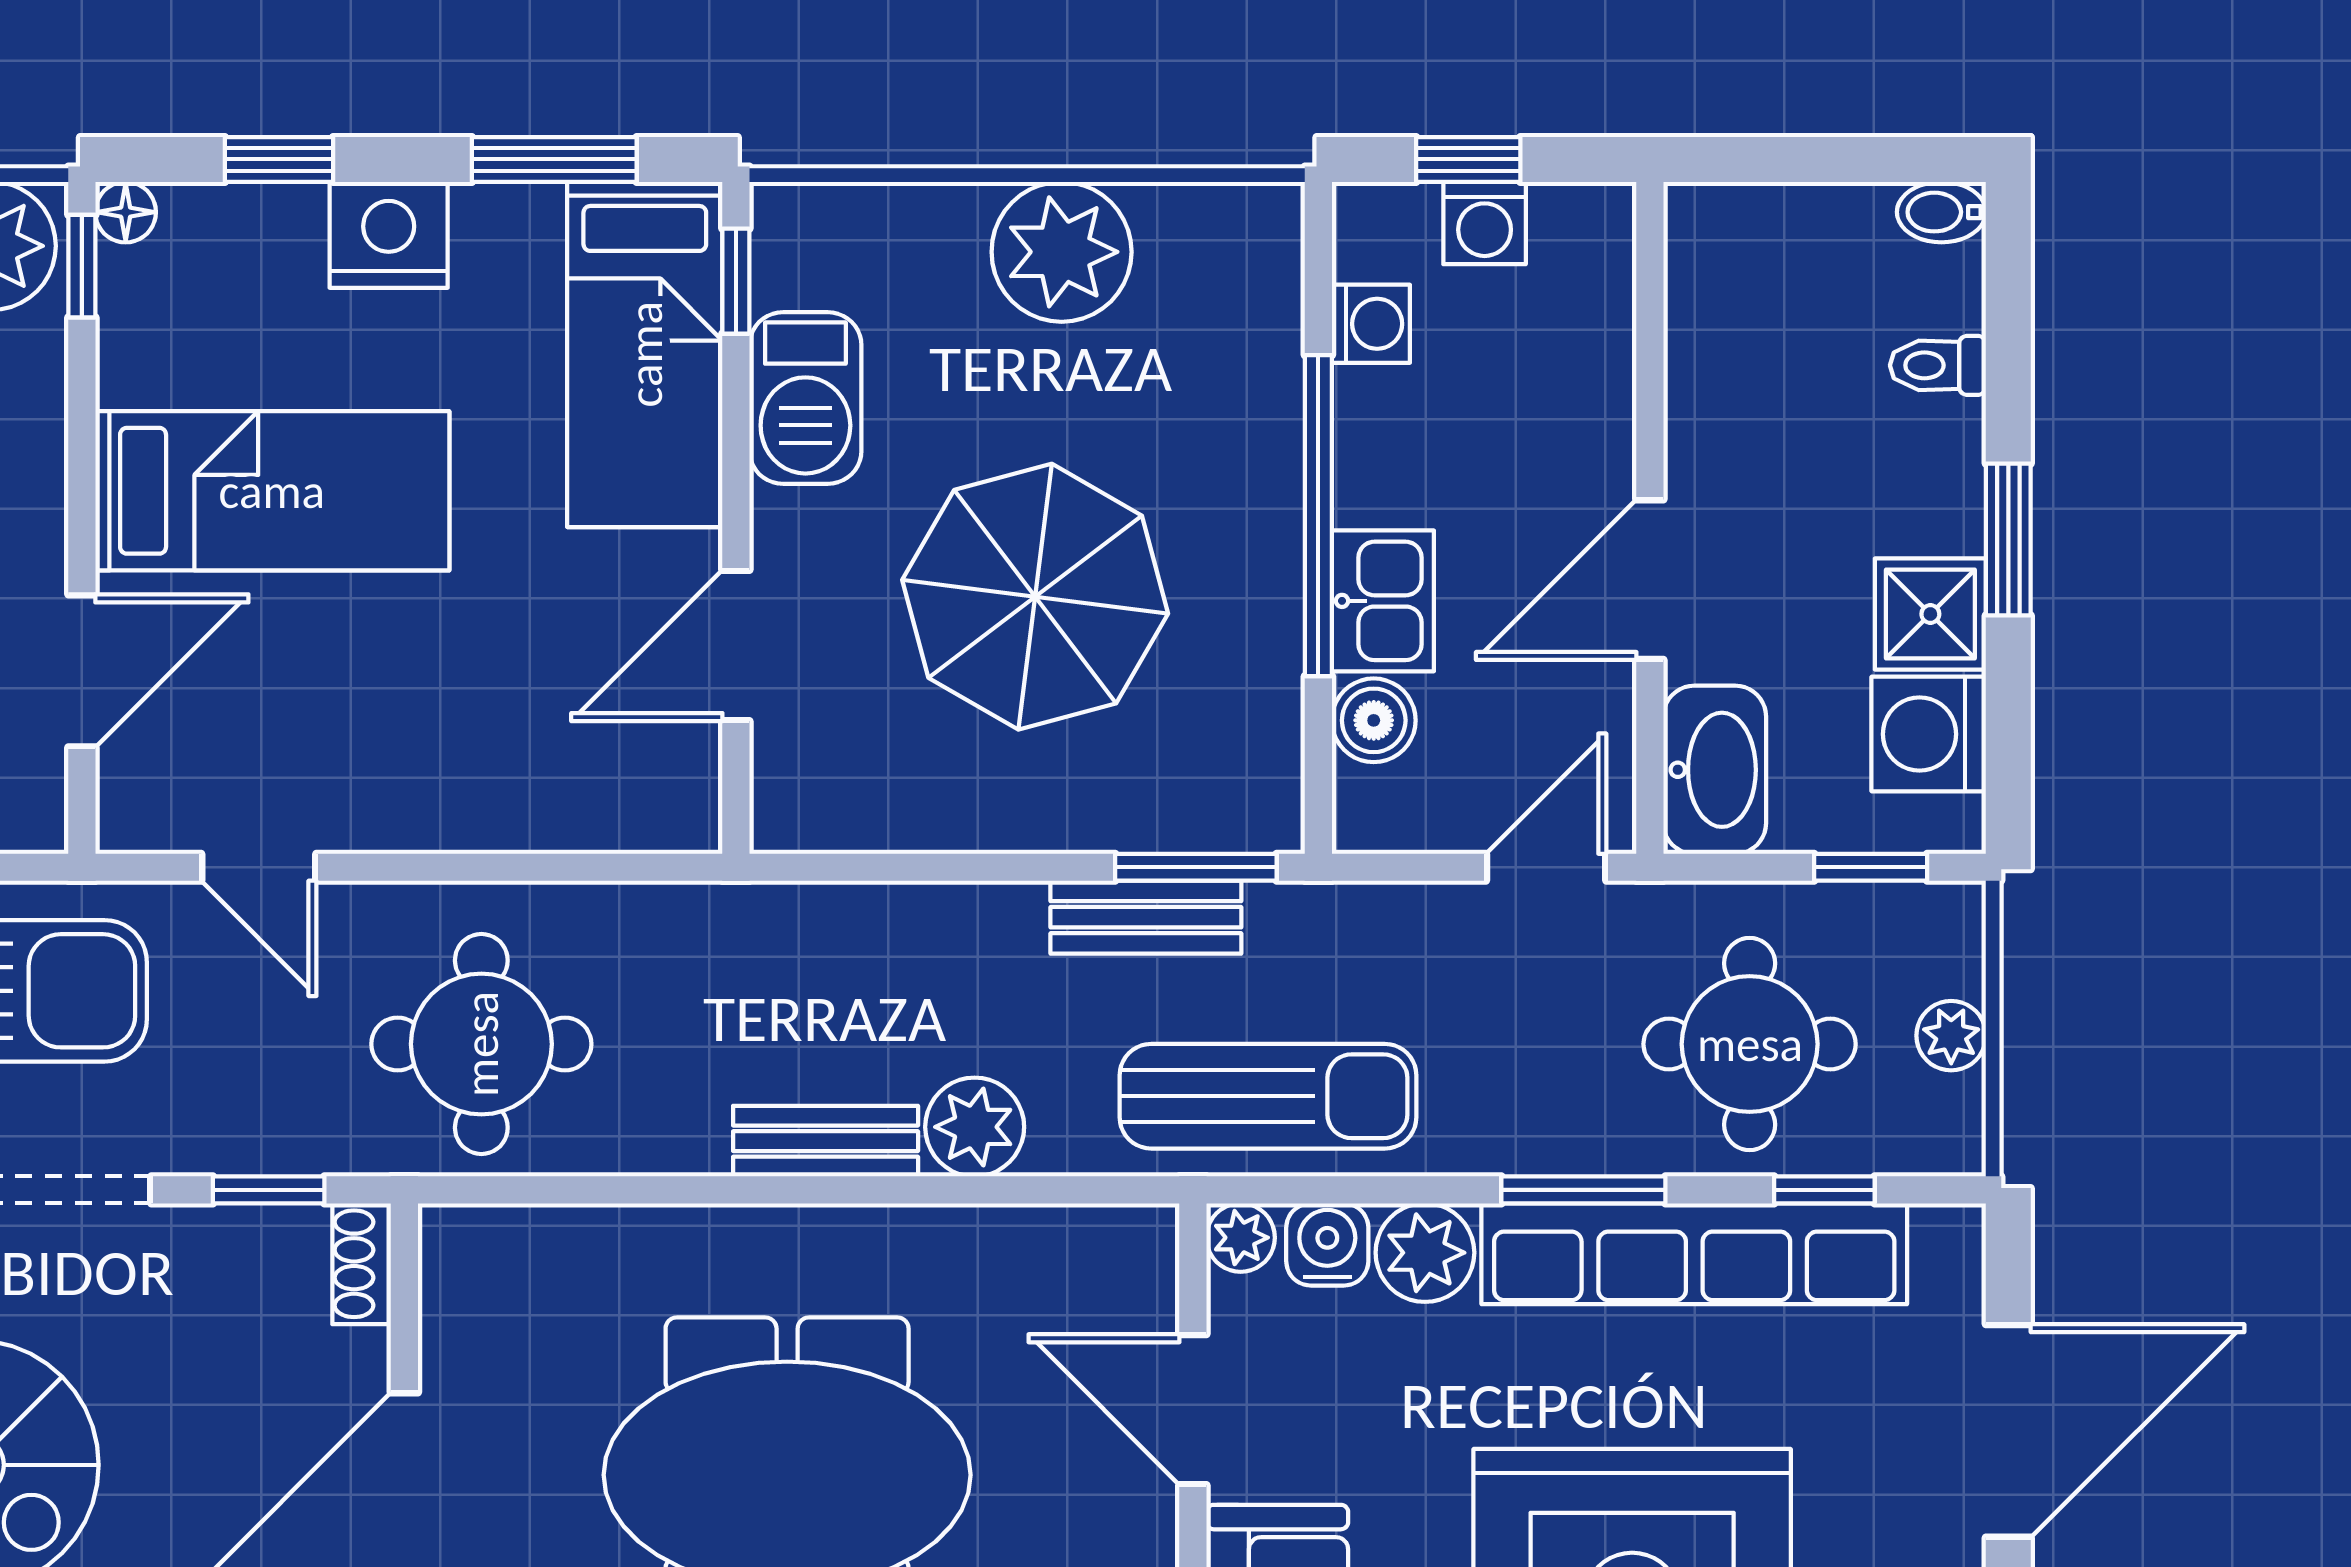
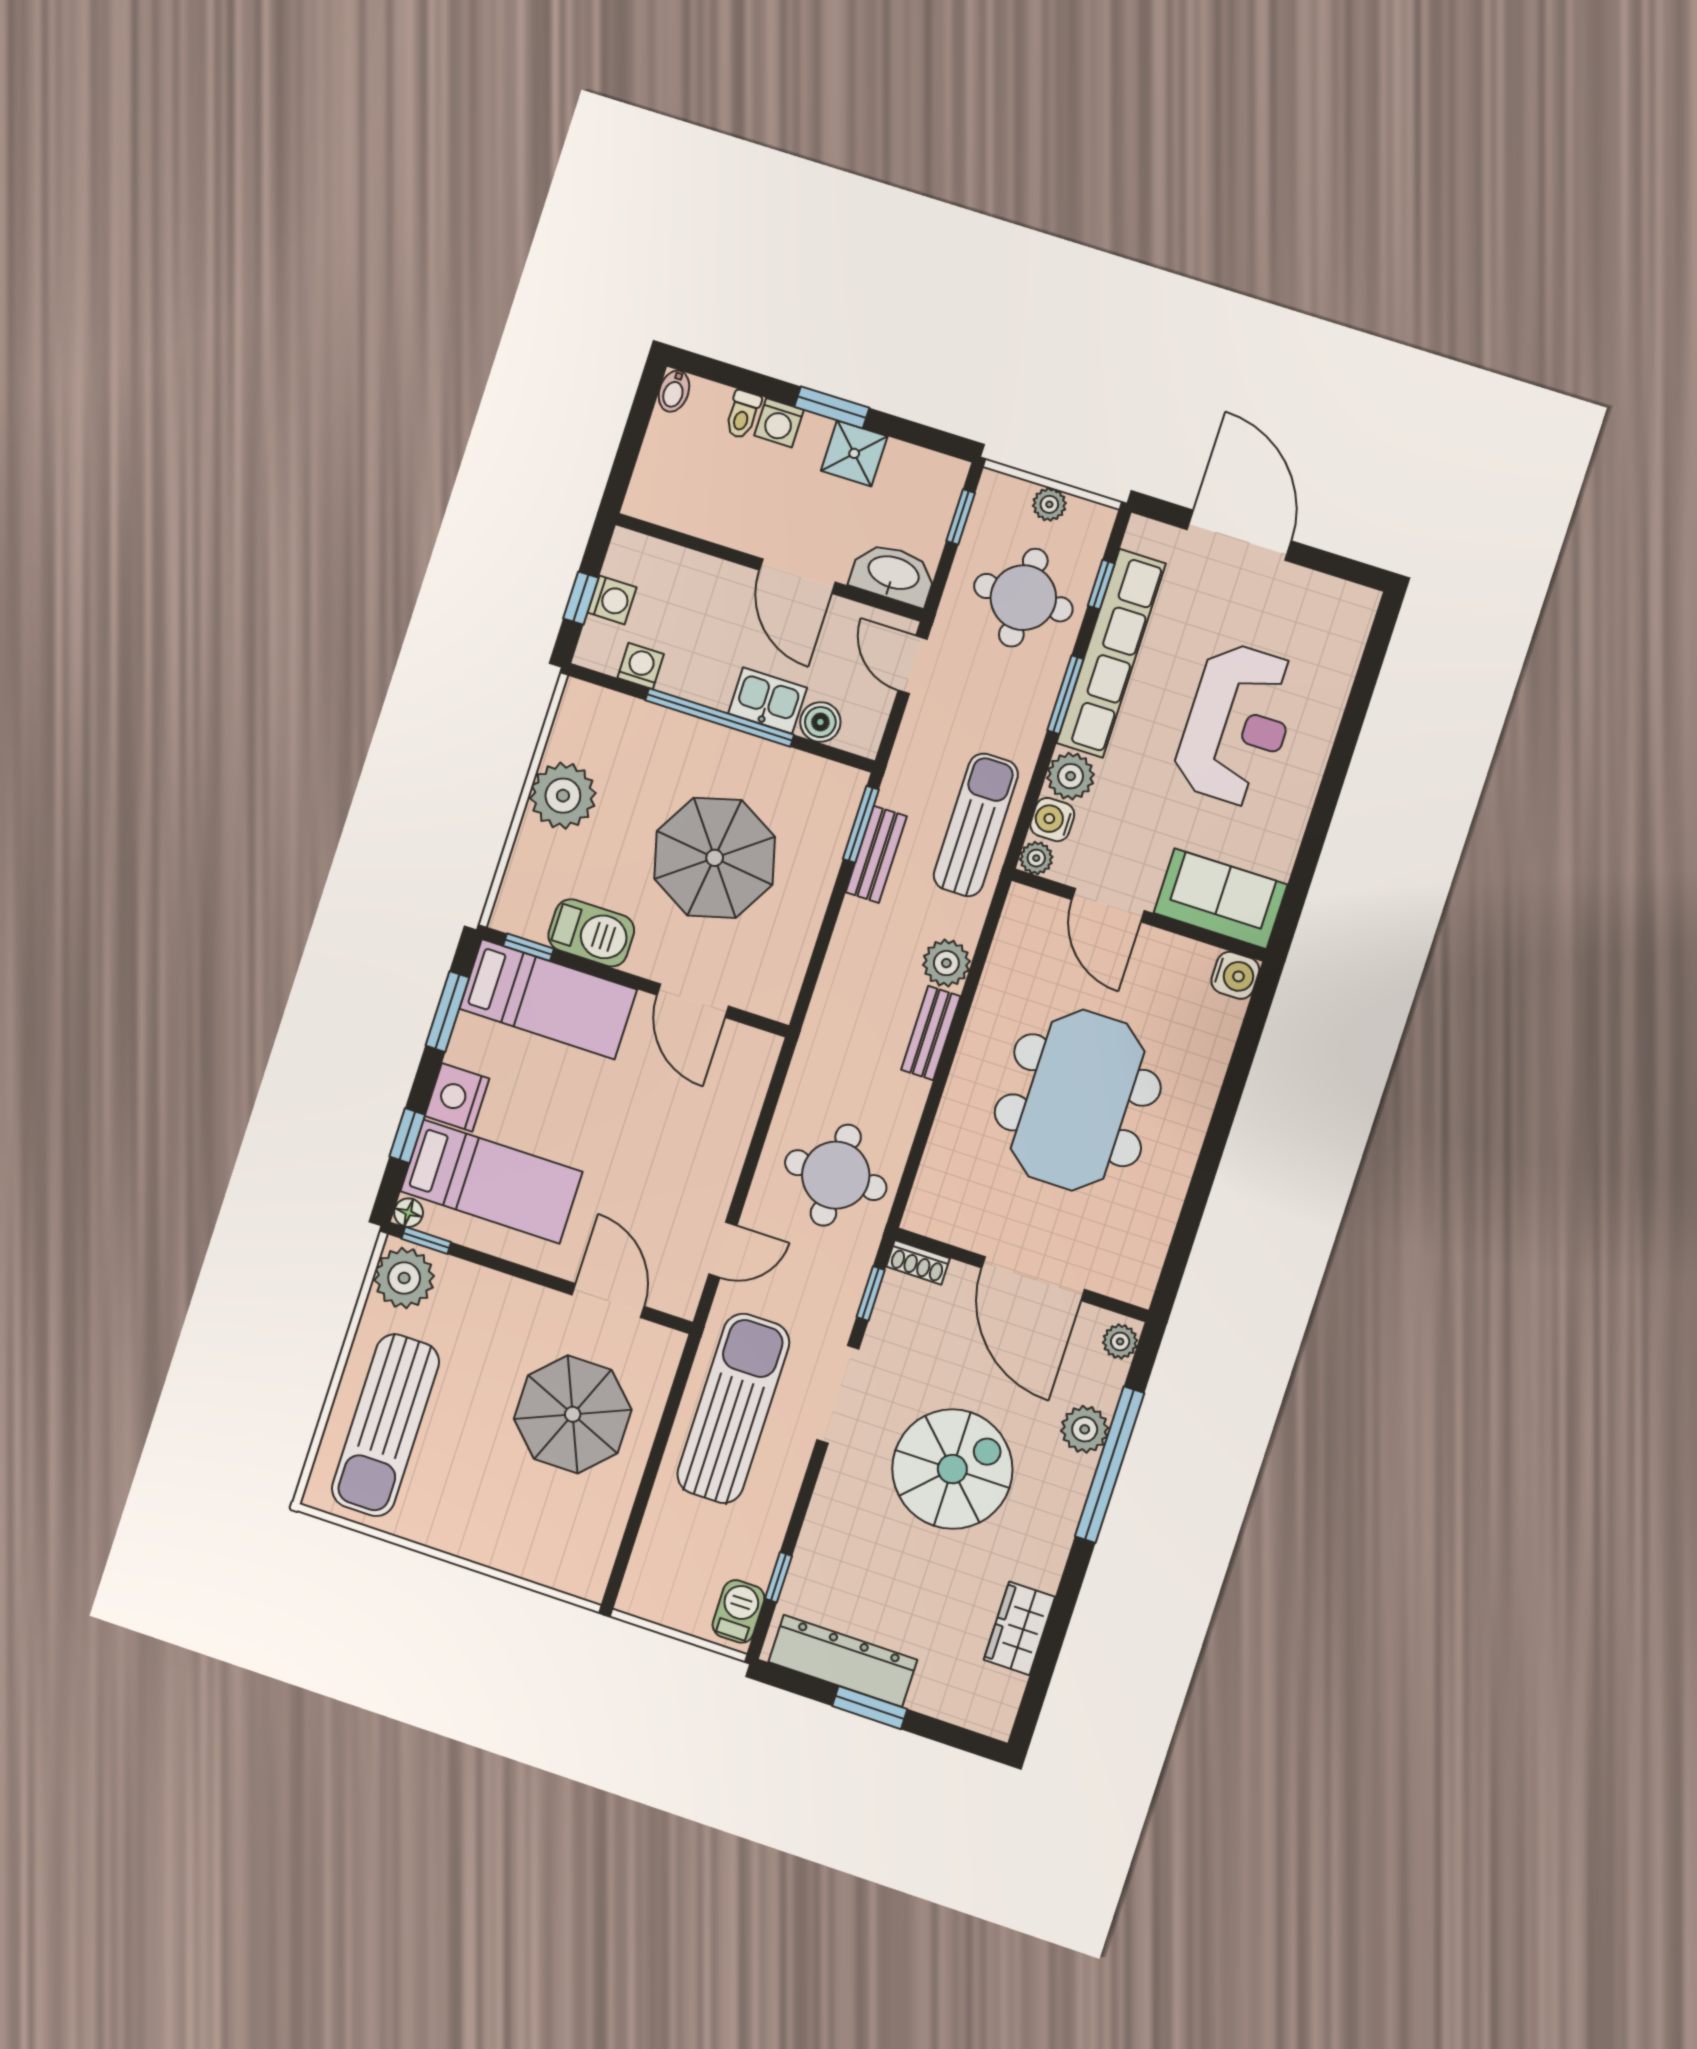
bed: (272, 491) -> (491, 1182), moved, turned 90
washing machine: (1929, 734) -> (779, 423), moved, width x0.73, depth x0.73
door: (1193, 1410) -> (1108, 905), hinge flipped

